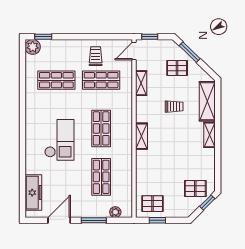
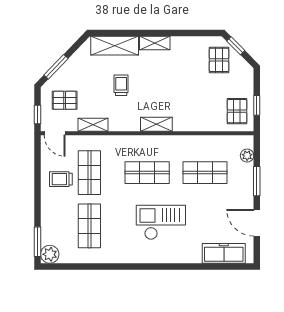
window: (43, 37) -> (38, 242), width x1.50
pallet: (177, 68) -> (65, 100), moved, turned 90

